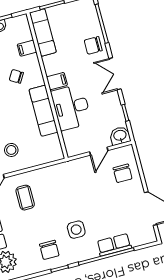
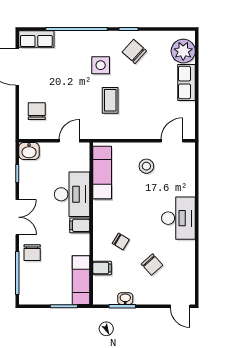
chair: (93, 45) -> (32, 253), turned 90
exam couch: (43, 111) -> (102, 173), moved
door: (99, 151) -> (69, 141), moved
coffee table: (25, 198) -> (110, 100), moved
row of seats: (114, 245) -> (36, 39), moved
chair: (49, 250) -> (134, 51), turned -48

